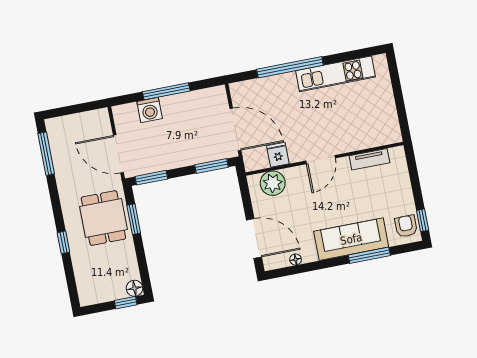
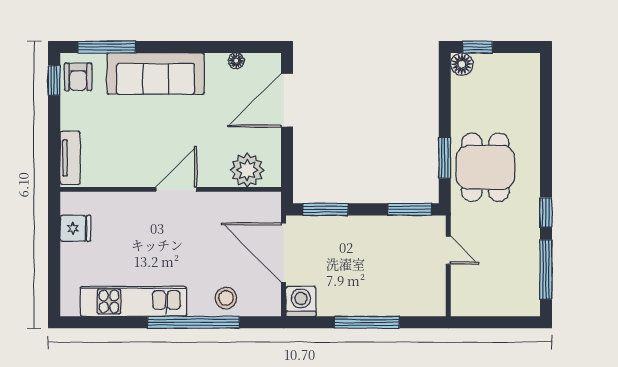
stool: (270, 89) -> (226, 298), added
washing machine: (150, 110) -> (301, 301), moved
door: (118, 154) -> (448, 250), width x0.53
fridge: (278, 155) -> (75, 228), moved, turned -90
tv unit: (369, 159) -> (70, 158), moved, turned 90
door: (254, 238) -> (287, 100), hinge flipped
window: (63, 242) -> (546, 212), moved
window: (369, 255) -> (107, 47), moved

